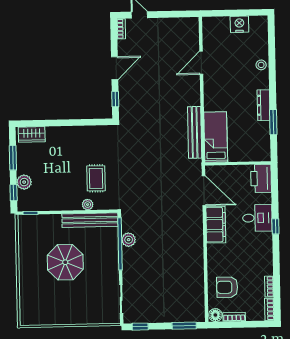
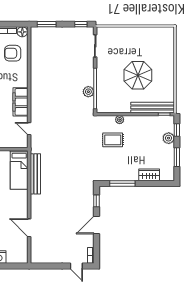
door: (201, 63) -> (29, 228), swing flipped
window: (82, 122) -> (122, 183), added
wardrobe: (32, 134) -> (149, 175), moved
rug: (96, 178) -> (113, 140), turned 90
door: (204, 191) -> (29, 129), width x0.53
bench: (90, 220) -> (153, 107), moved
armchair: (227, 287) -> (13, 53), turned 180

